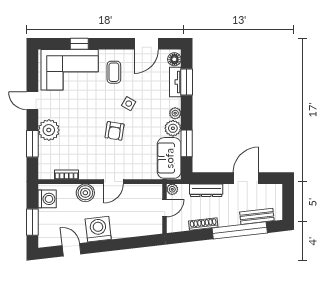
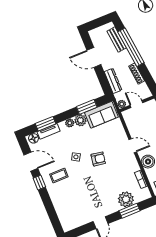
window: (79, 44) -> (39, 183), moved
corner sofa: (70, 70) -> (69, 206), removed
plant: (49, 130) -> (126, 199), moved

